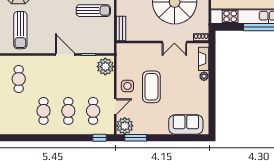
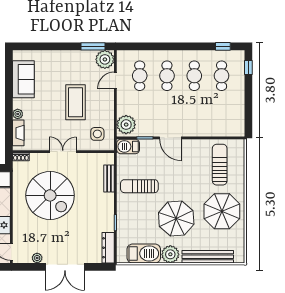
bench: (121, 28) -> (109, 179), moved
double door: (174, 42) -> (63, 152), moved
barbecue: (104, 47) -> (128, 146), added
cafe table: (19, 79) -> (222, 76), moved
side table: (127, 86) -> (97, 134), moved
sofa: (186, 124) -> (23, 79), moved, turned -90
window: (100, 138) -> (223, 46), moved

